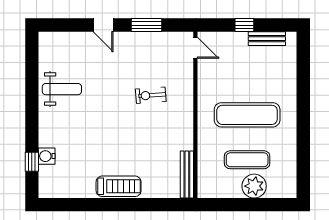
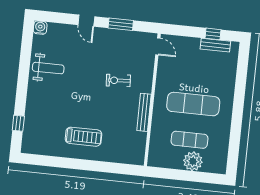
window: (244, 25) -> (213, 34), moved
water cooler: (47, 156) -> (40, 28), moved, turned 90
bench: (187, 175) -> (144, 112), moved
treadmill: (119, 186) -> (84, 137), moved

